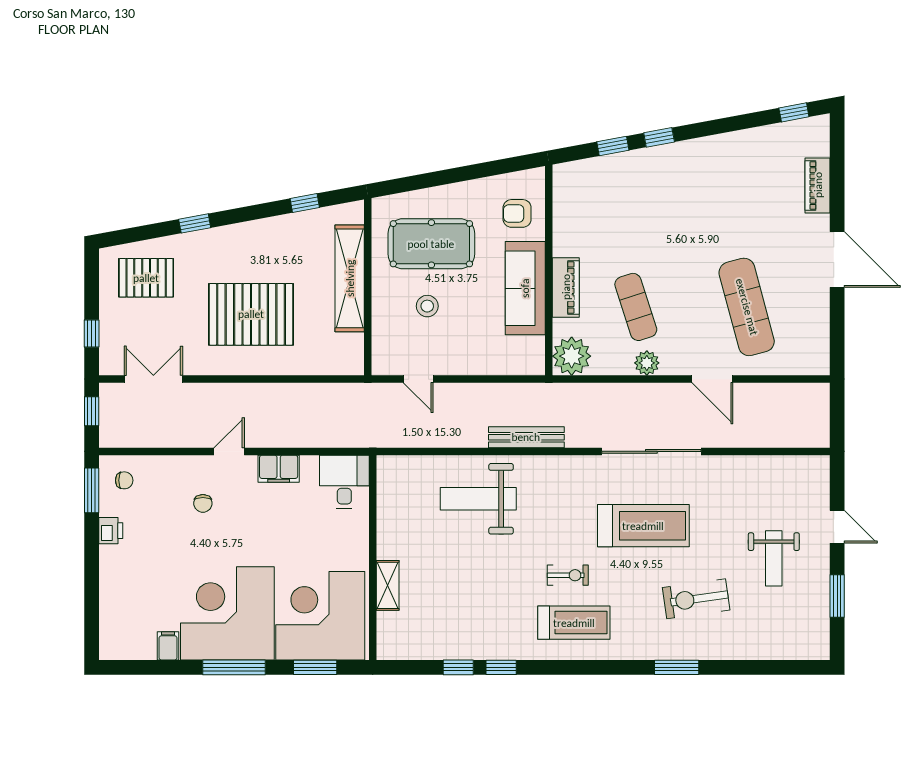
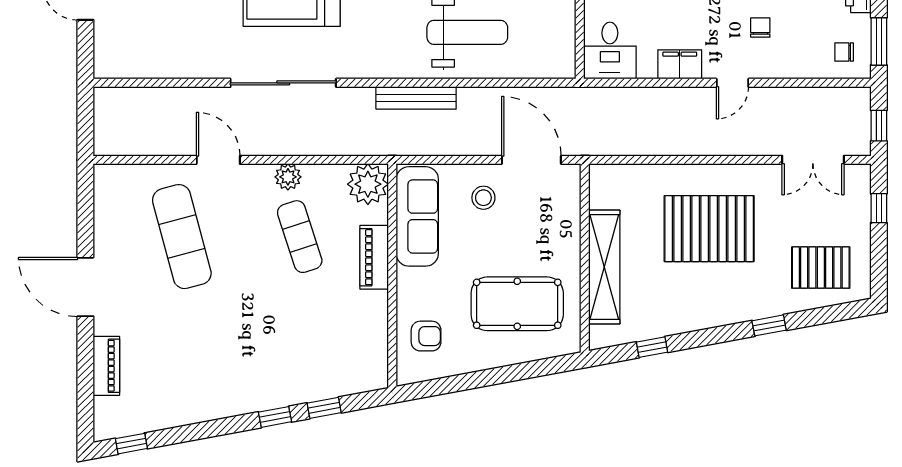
sofa: (525, 288) -> (417, 216), moved
stool: (427, 306) -> (483, 198), moved
door: (418, 379) -> (531, 160), width x1.88

